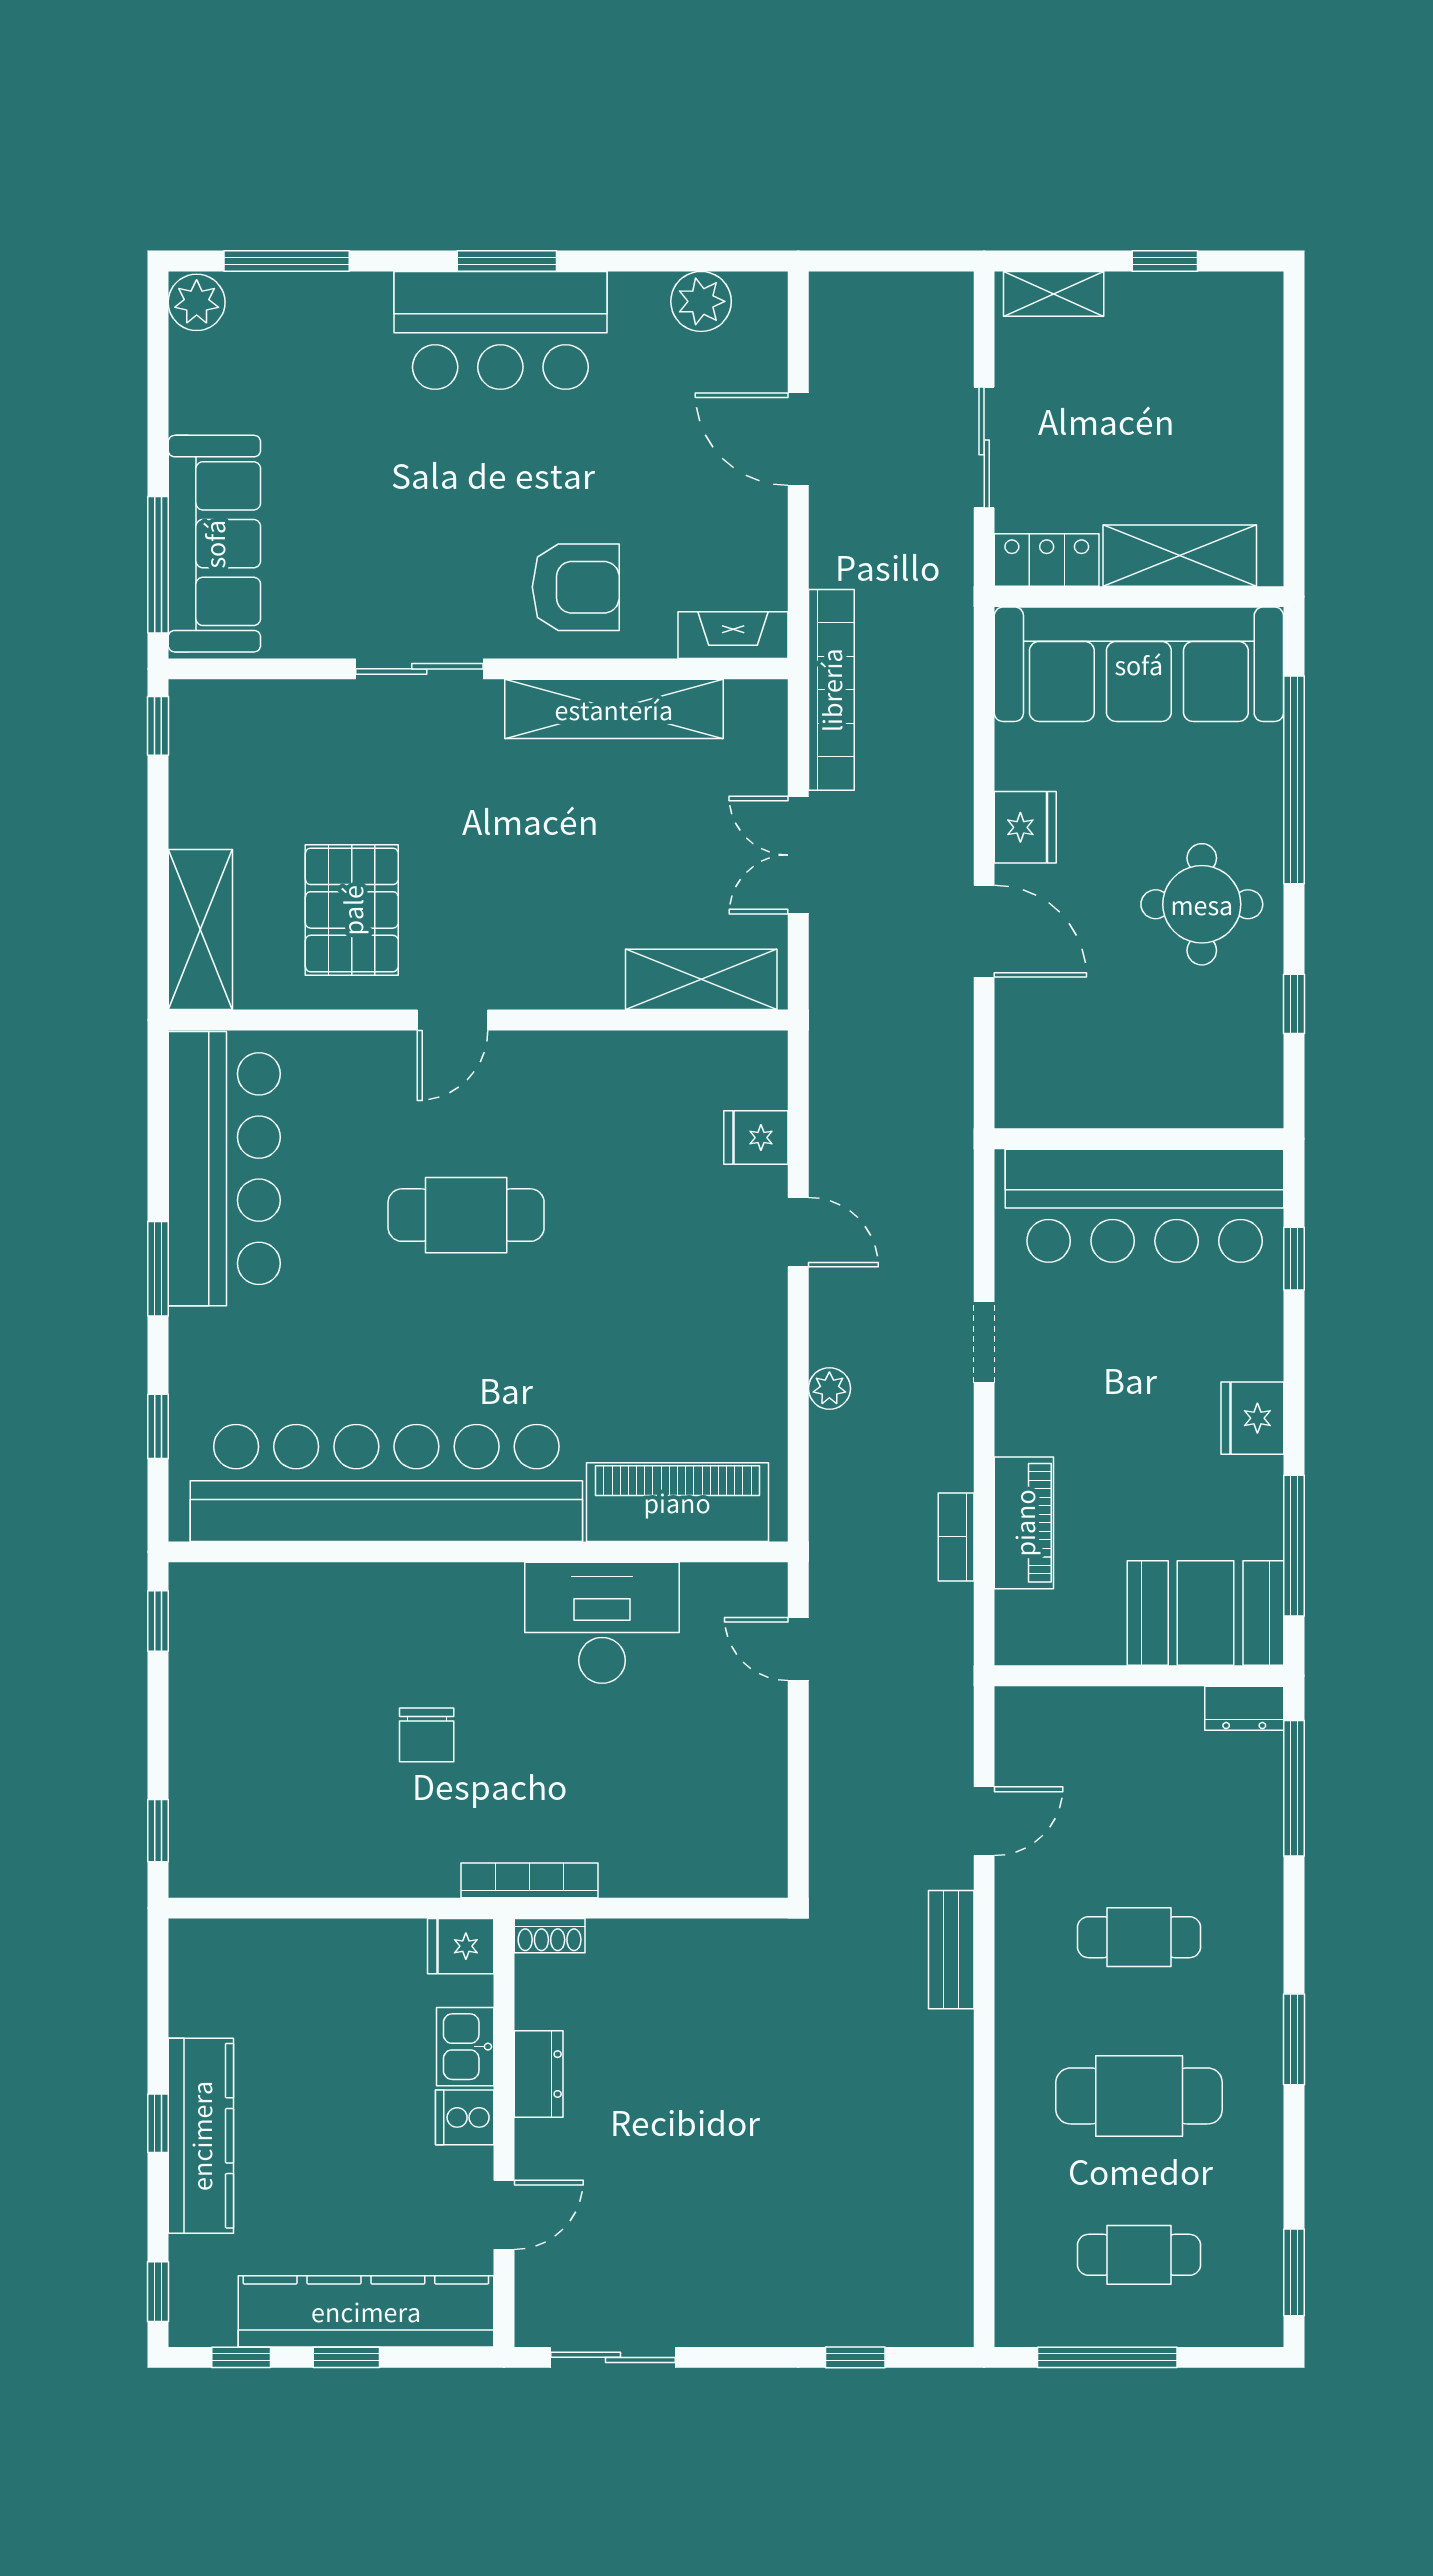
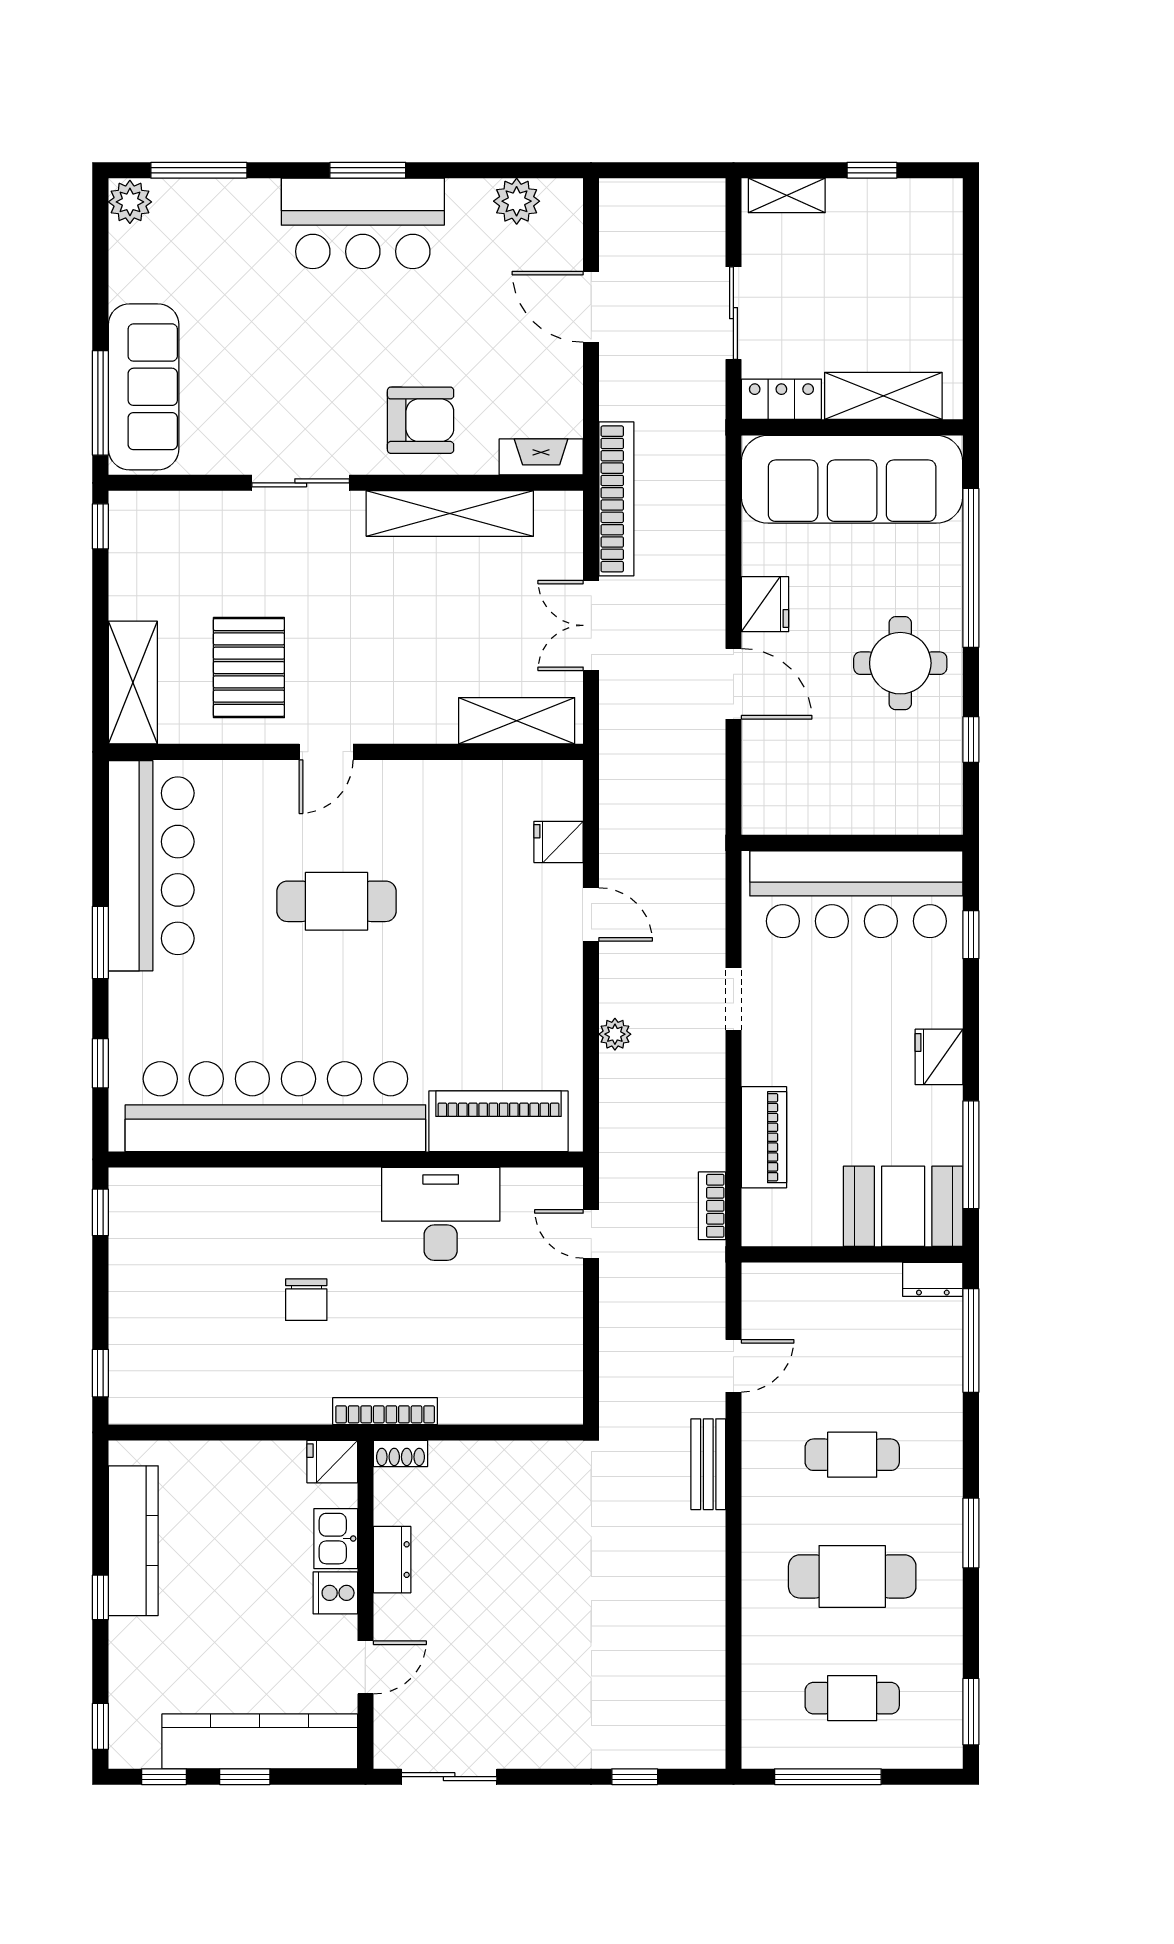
bookcase: (956, 1537) -> (712, 1206), moved
kitchen counter: (201, 2136) -> (133, 1541), moved

